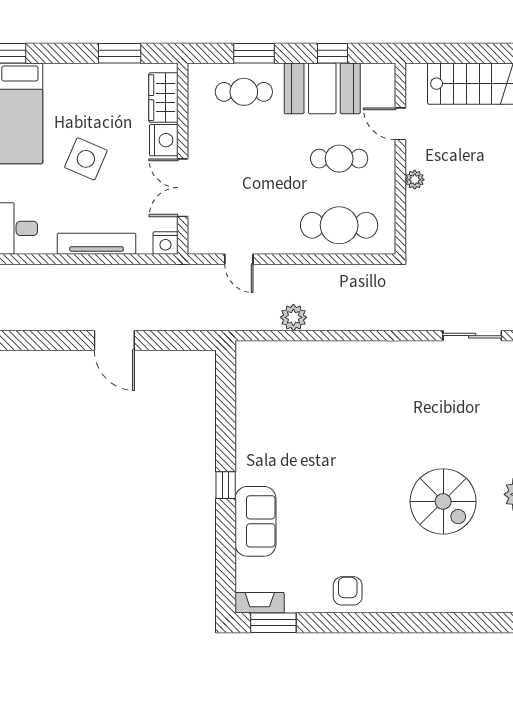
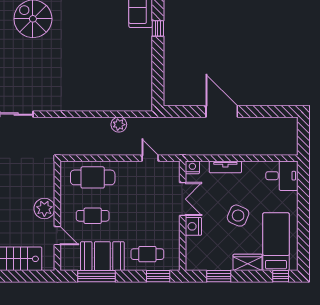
window: (254, 53) -> (158, 276), moved
window: (332, 53) -> (96, 276), width x2.17
wardrobe: (163, 98) -> (248, 262), moved, turned -90
plant: (415, 180) -> (44, 209), width x1.88, depth x1.88
tv unit: (97, 244) -> (225, 167), width x0.71
door: (114, 340) -> (222, 111), width x1.36

